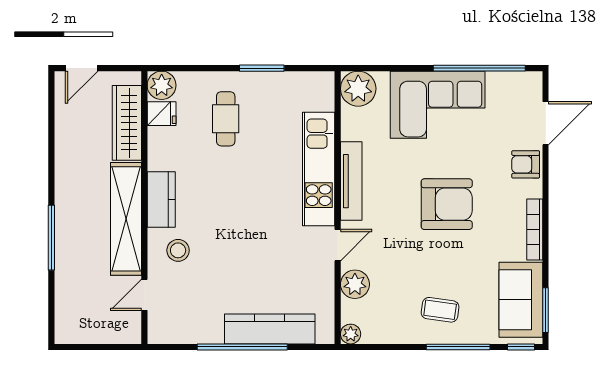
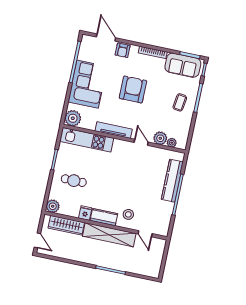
fridge: (162, 114) -> (85, 213), moved
kitchen unit: (319, 169) -> (87, 140), moved
plant: (351, 334) -> (172, 143), moved

